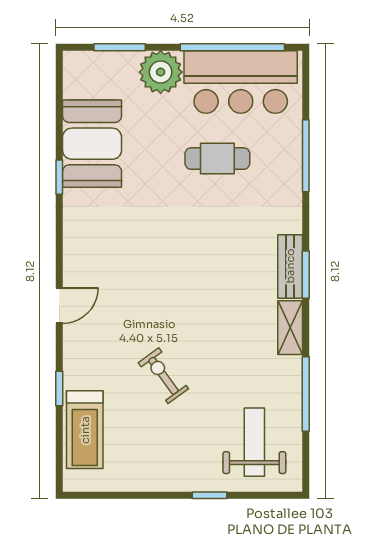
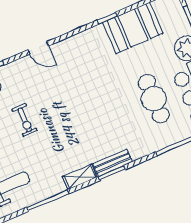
cafe table: (217, 159) -> (154, 99), width x1.37, depth x1.35
exercise bike: (163, 376) -> (25, 120), turned 126

